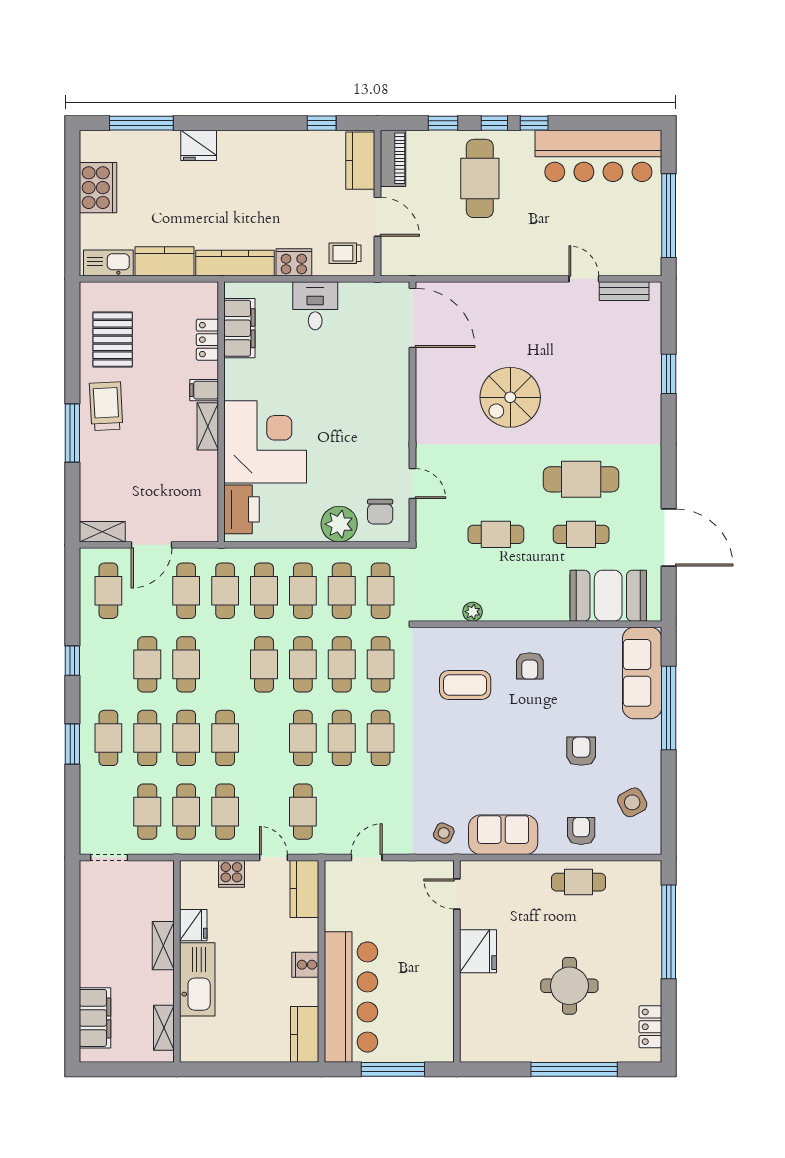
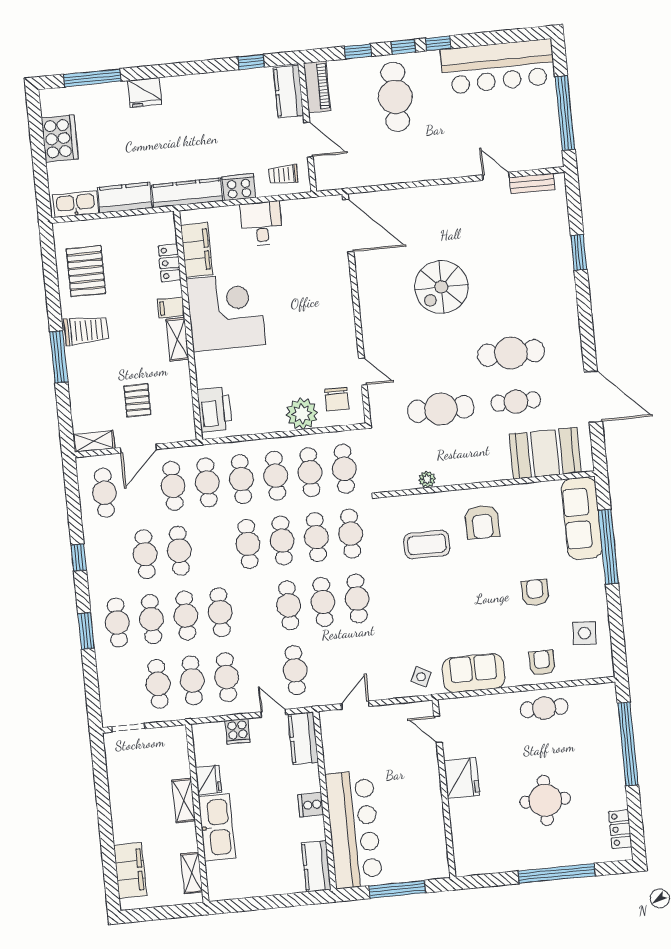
trolley: (106, 406) -> (86, 330), turned 93
corner desk: (265, 442) -> (226, 312), moved
pallet: (156, 490) -> (137, 400), added
cafe table: (496, 534) -> (441, 409), width x1.37, depth x1.35
armchair: (530, 666) -> (482, 522), width x1.38, depth x1.38
side table: (632, 802) -> (584, 633), turned 32

